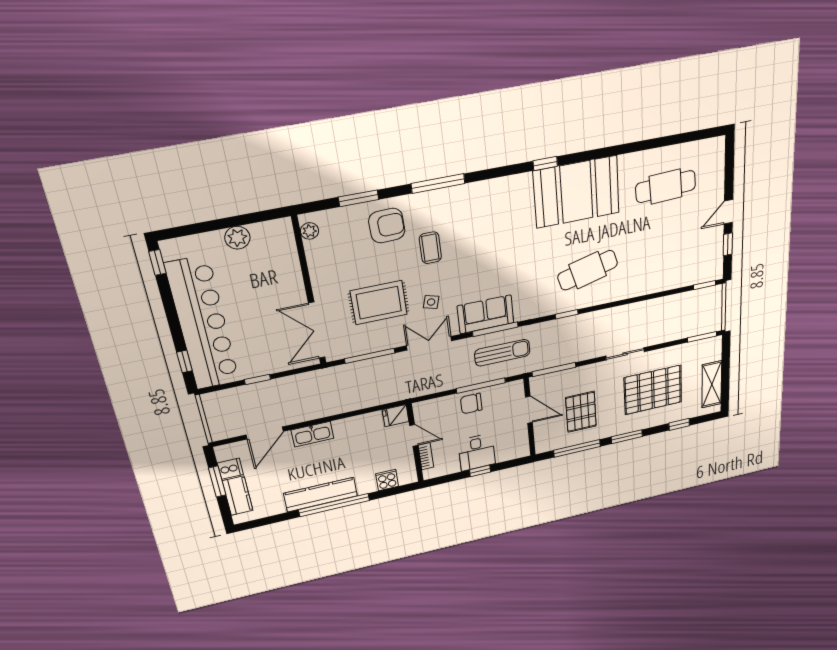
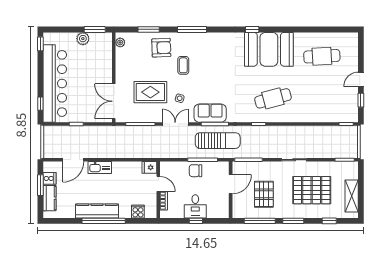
window: (257, 217) -> (95, 29), added
sun lounger: (502, 353) -> (218, 141), width x1.36, depth x1.34
door: (529, 410) -> (231, 184), hinge flipped

